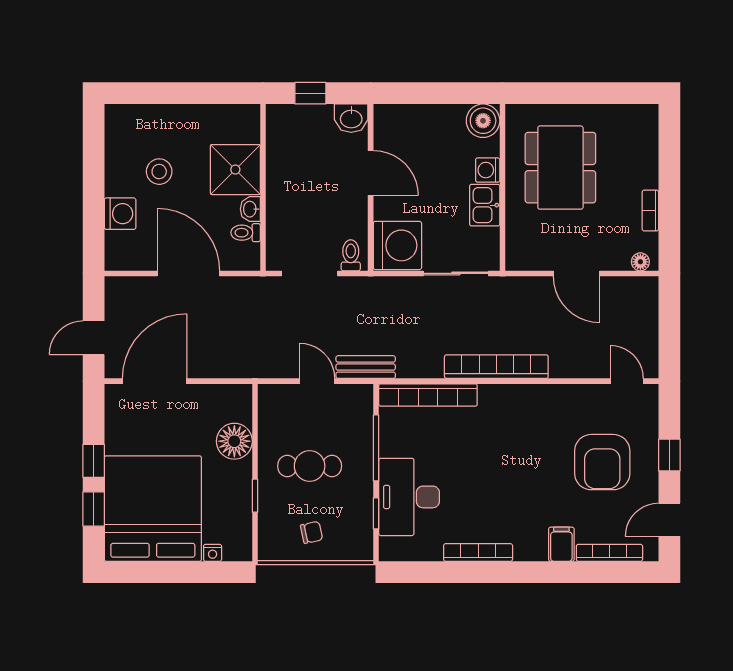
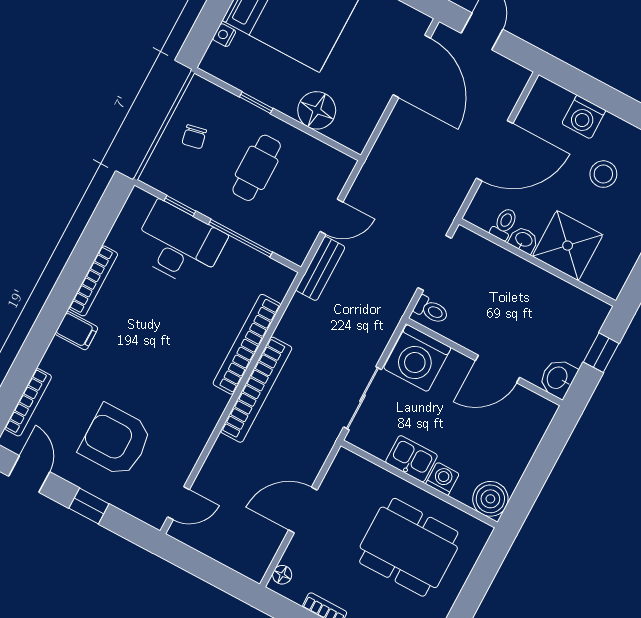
bookcase: (428, 395) -> (247, 344), moved
filing cabinet: (561, 544) -> (77, 331), moved

